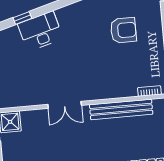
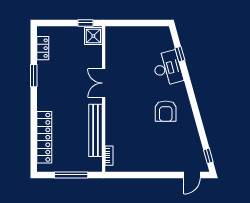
armchair: (123, 30) -> (166, 111), moved

